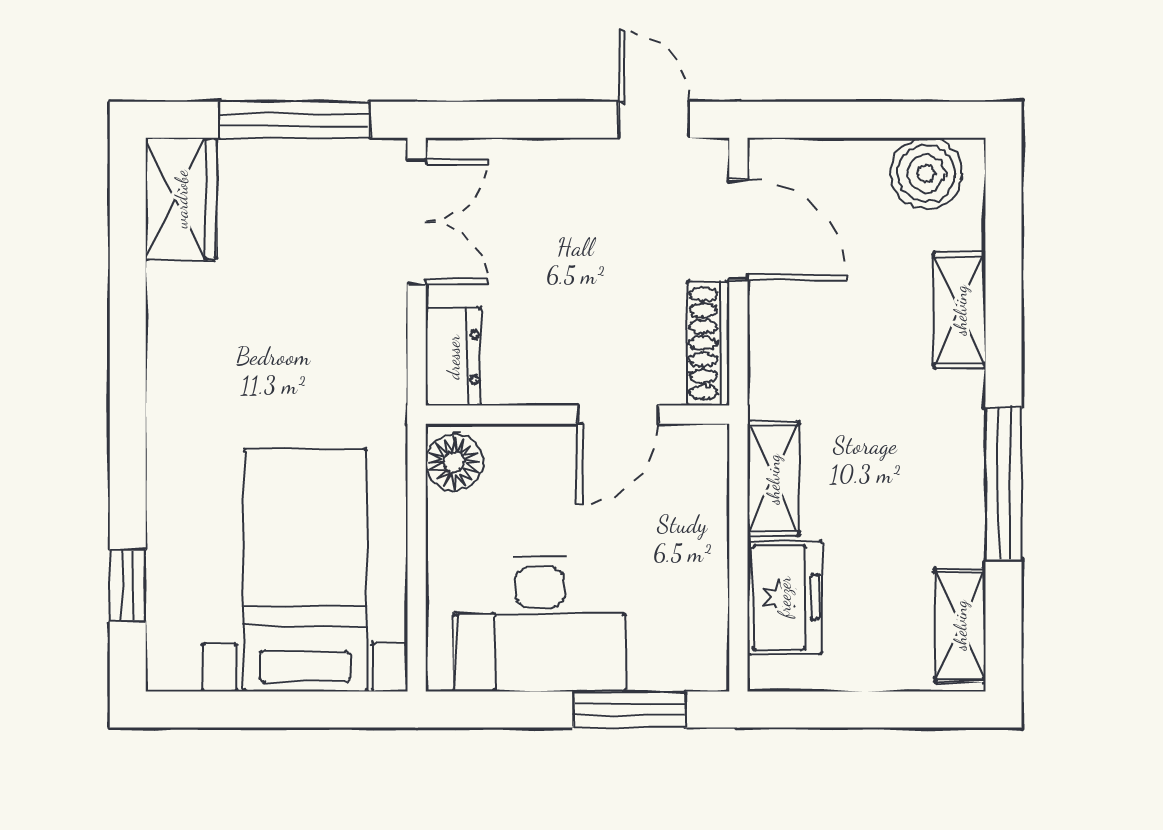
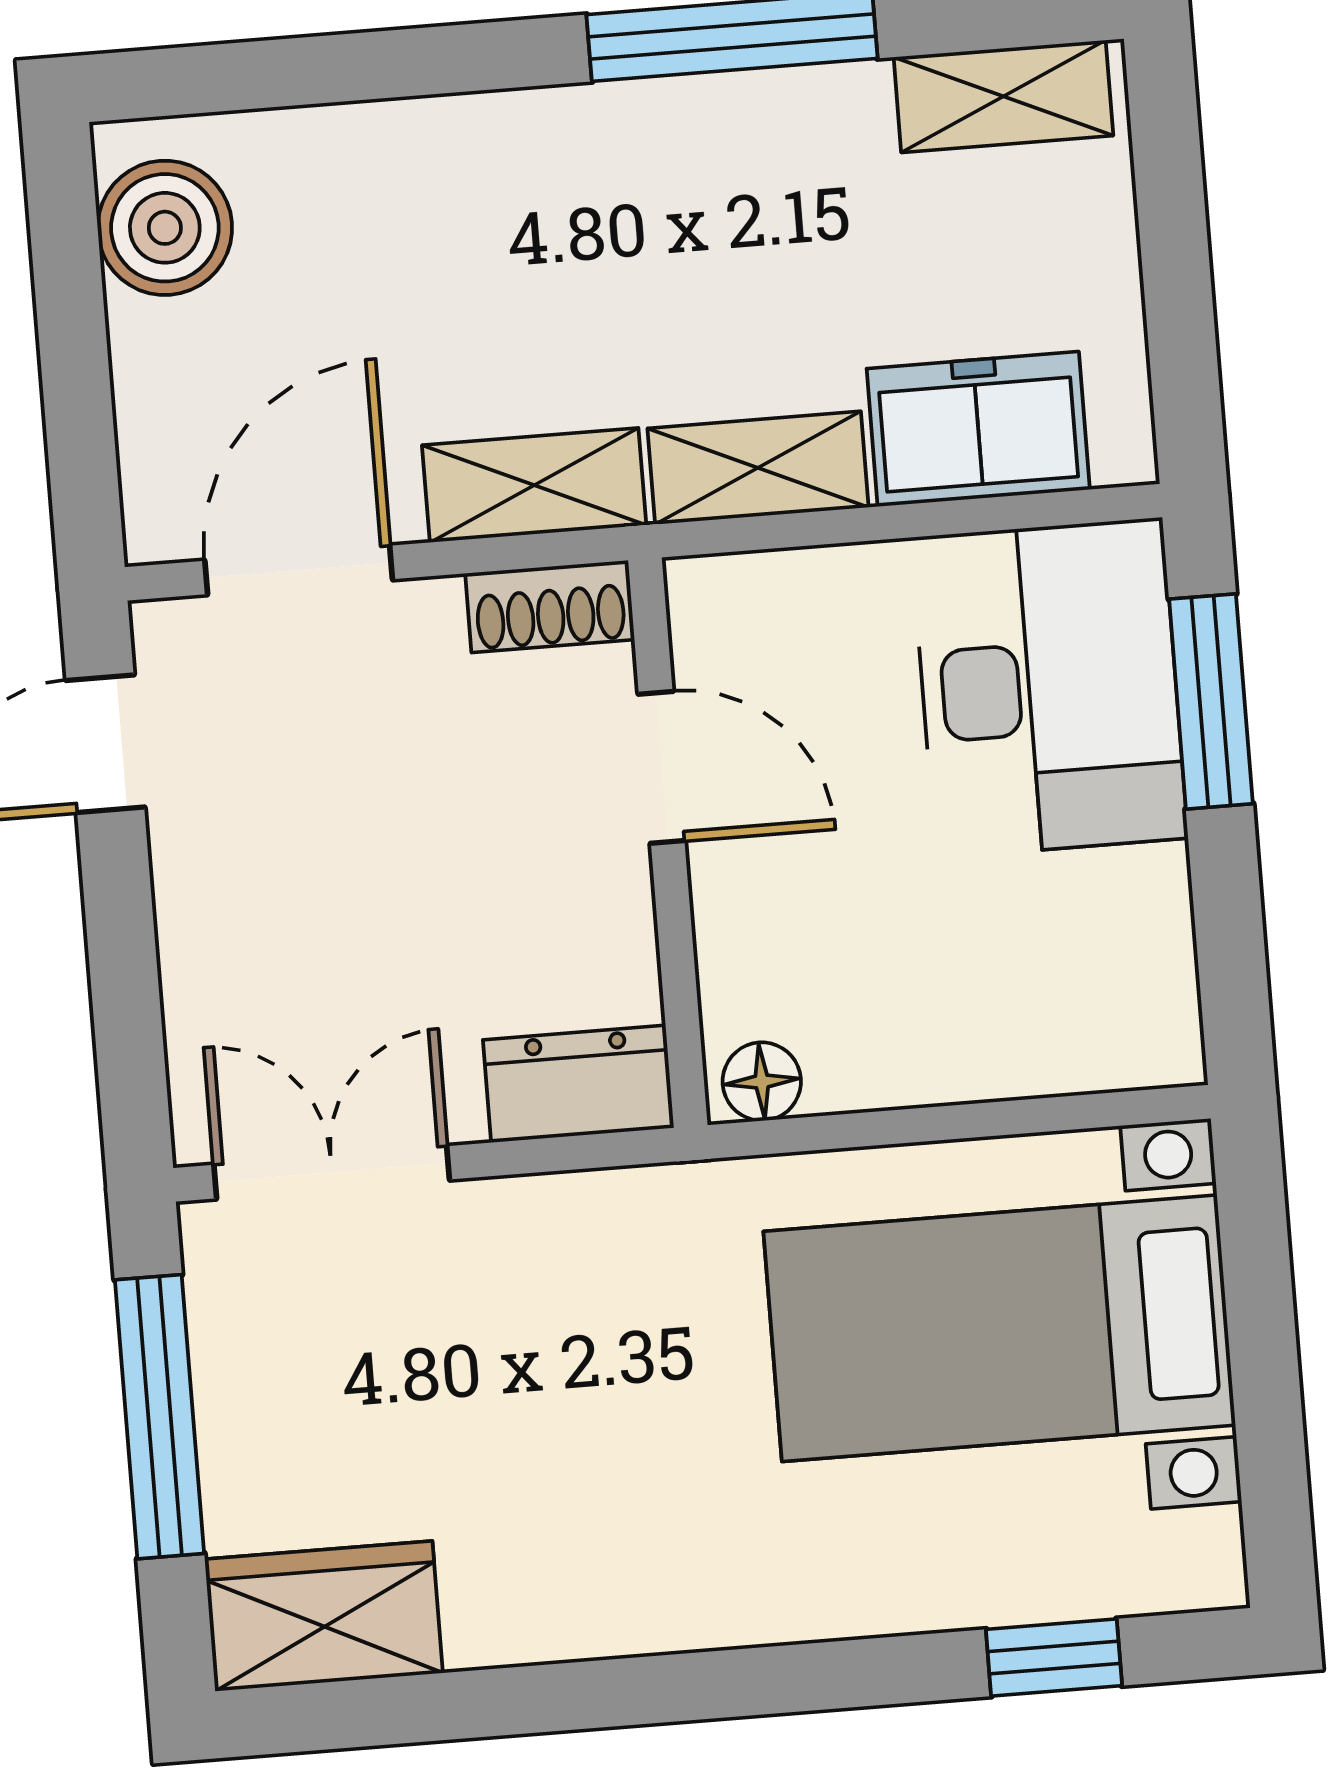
shelving: (960, 310) -> (534, 485), moved
shoe rack: (708, 343) -> (550, 606), width x0.70
floor lamp: (454, 462) -> (762, 1082), width x0.73, depth x0.73
desk: (540, 624) -> (1049, 688), moved

